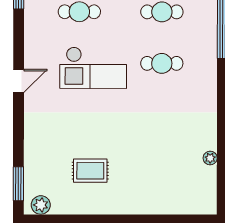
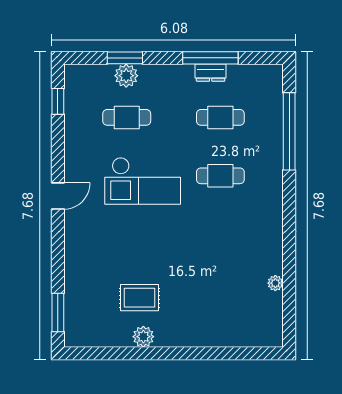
plant: (41, 205) -> (143, 337), moved

